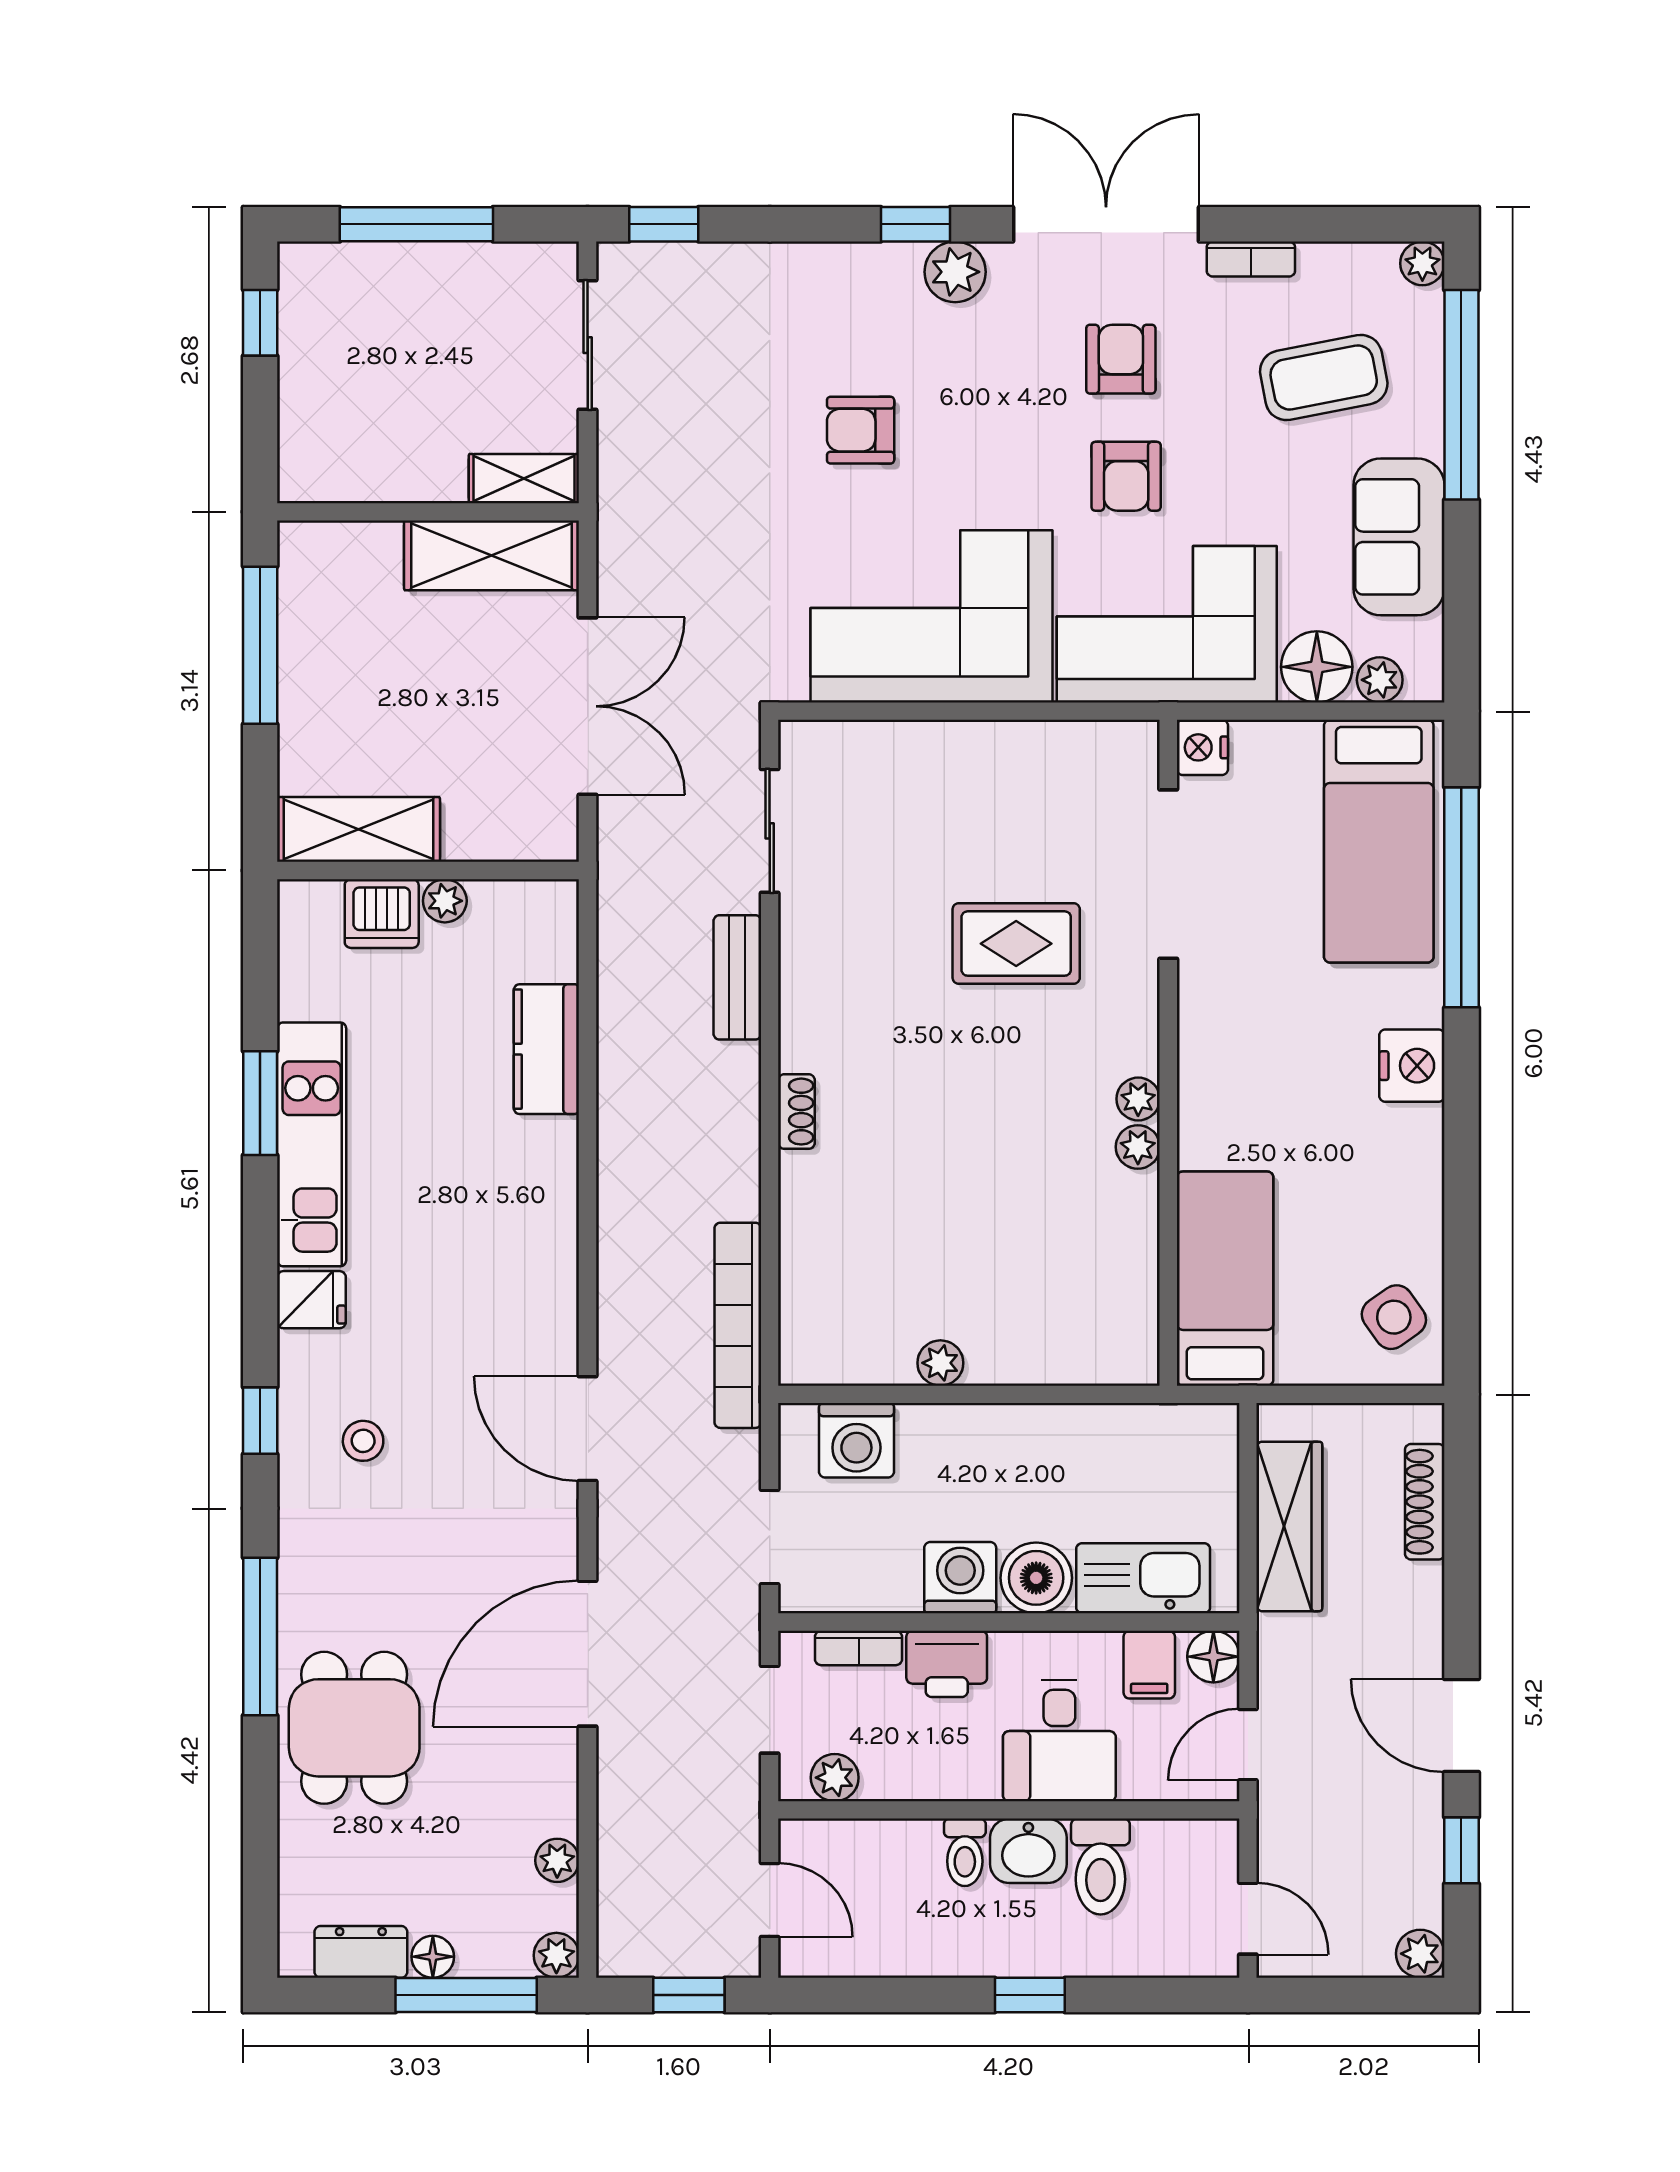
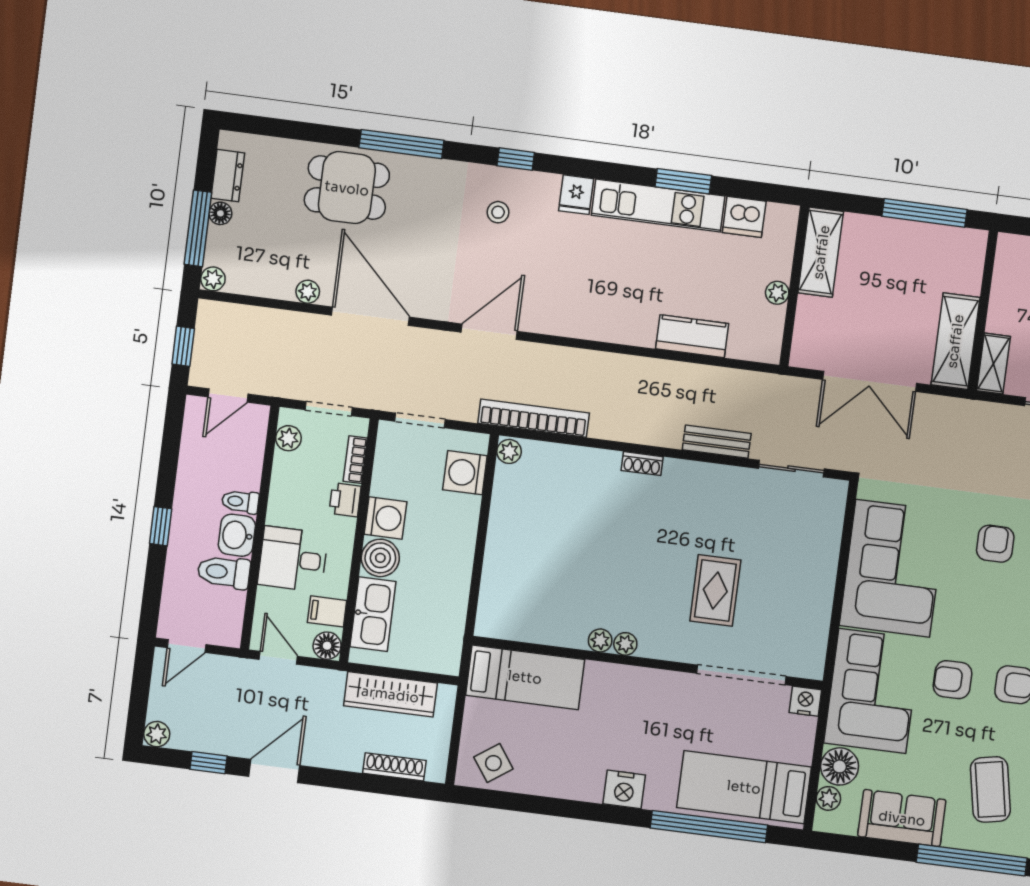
dishwasher: (382, 914) -> (744, 217), moved, turned -90
plant: (940, 1363) -> (509, 451), moved
printer: (947, 1664) -> (345, 500), width x0.73, depth x0.81
plant: (557, 1860) -> (308, 292), moved

